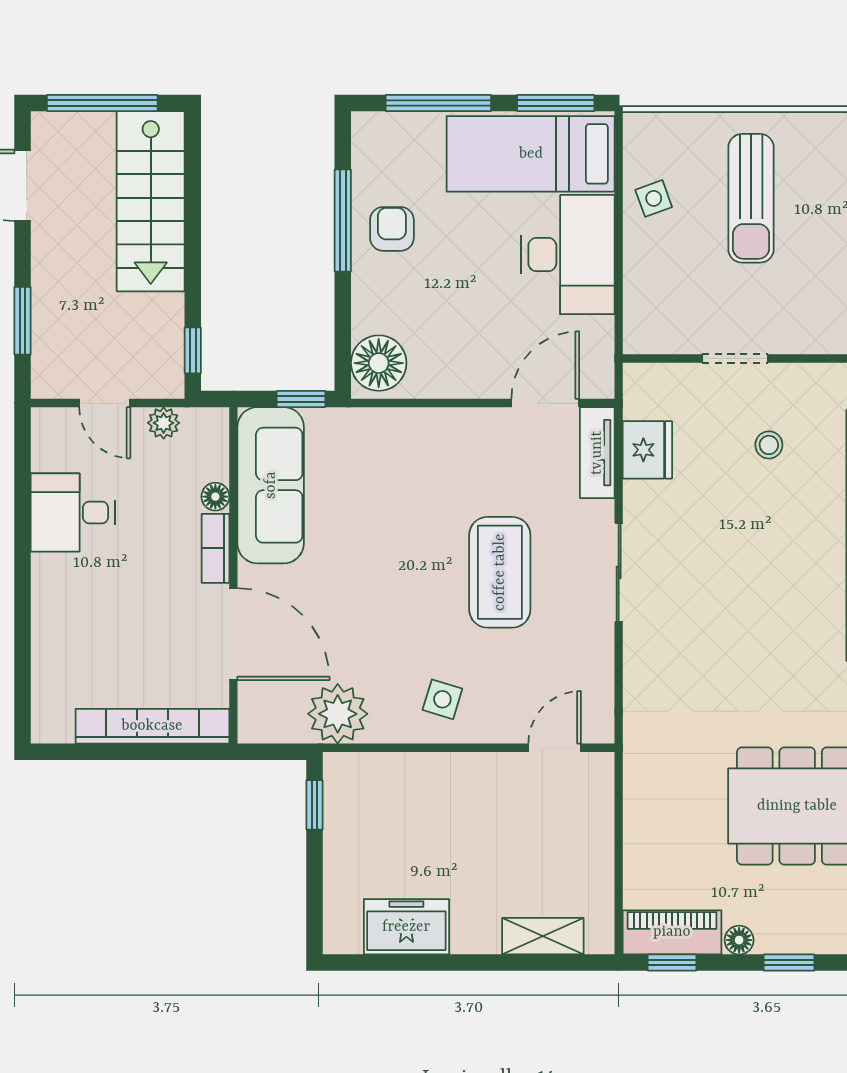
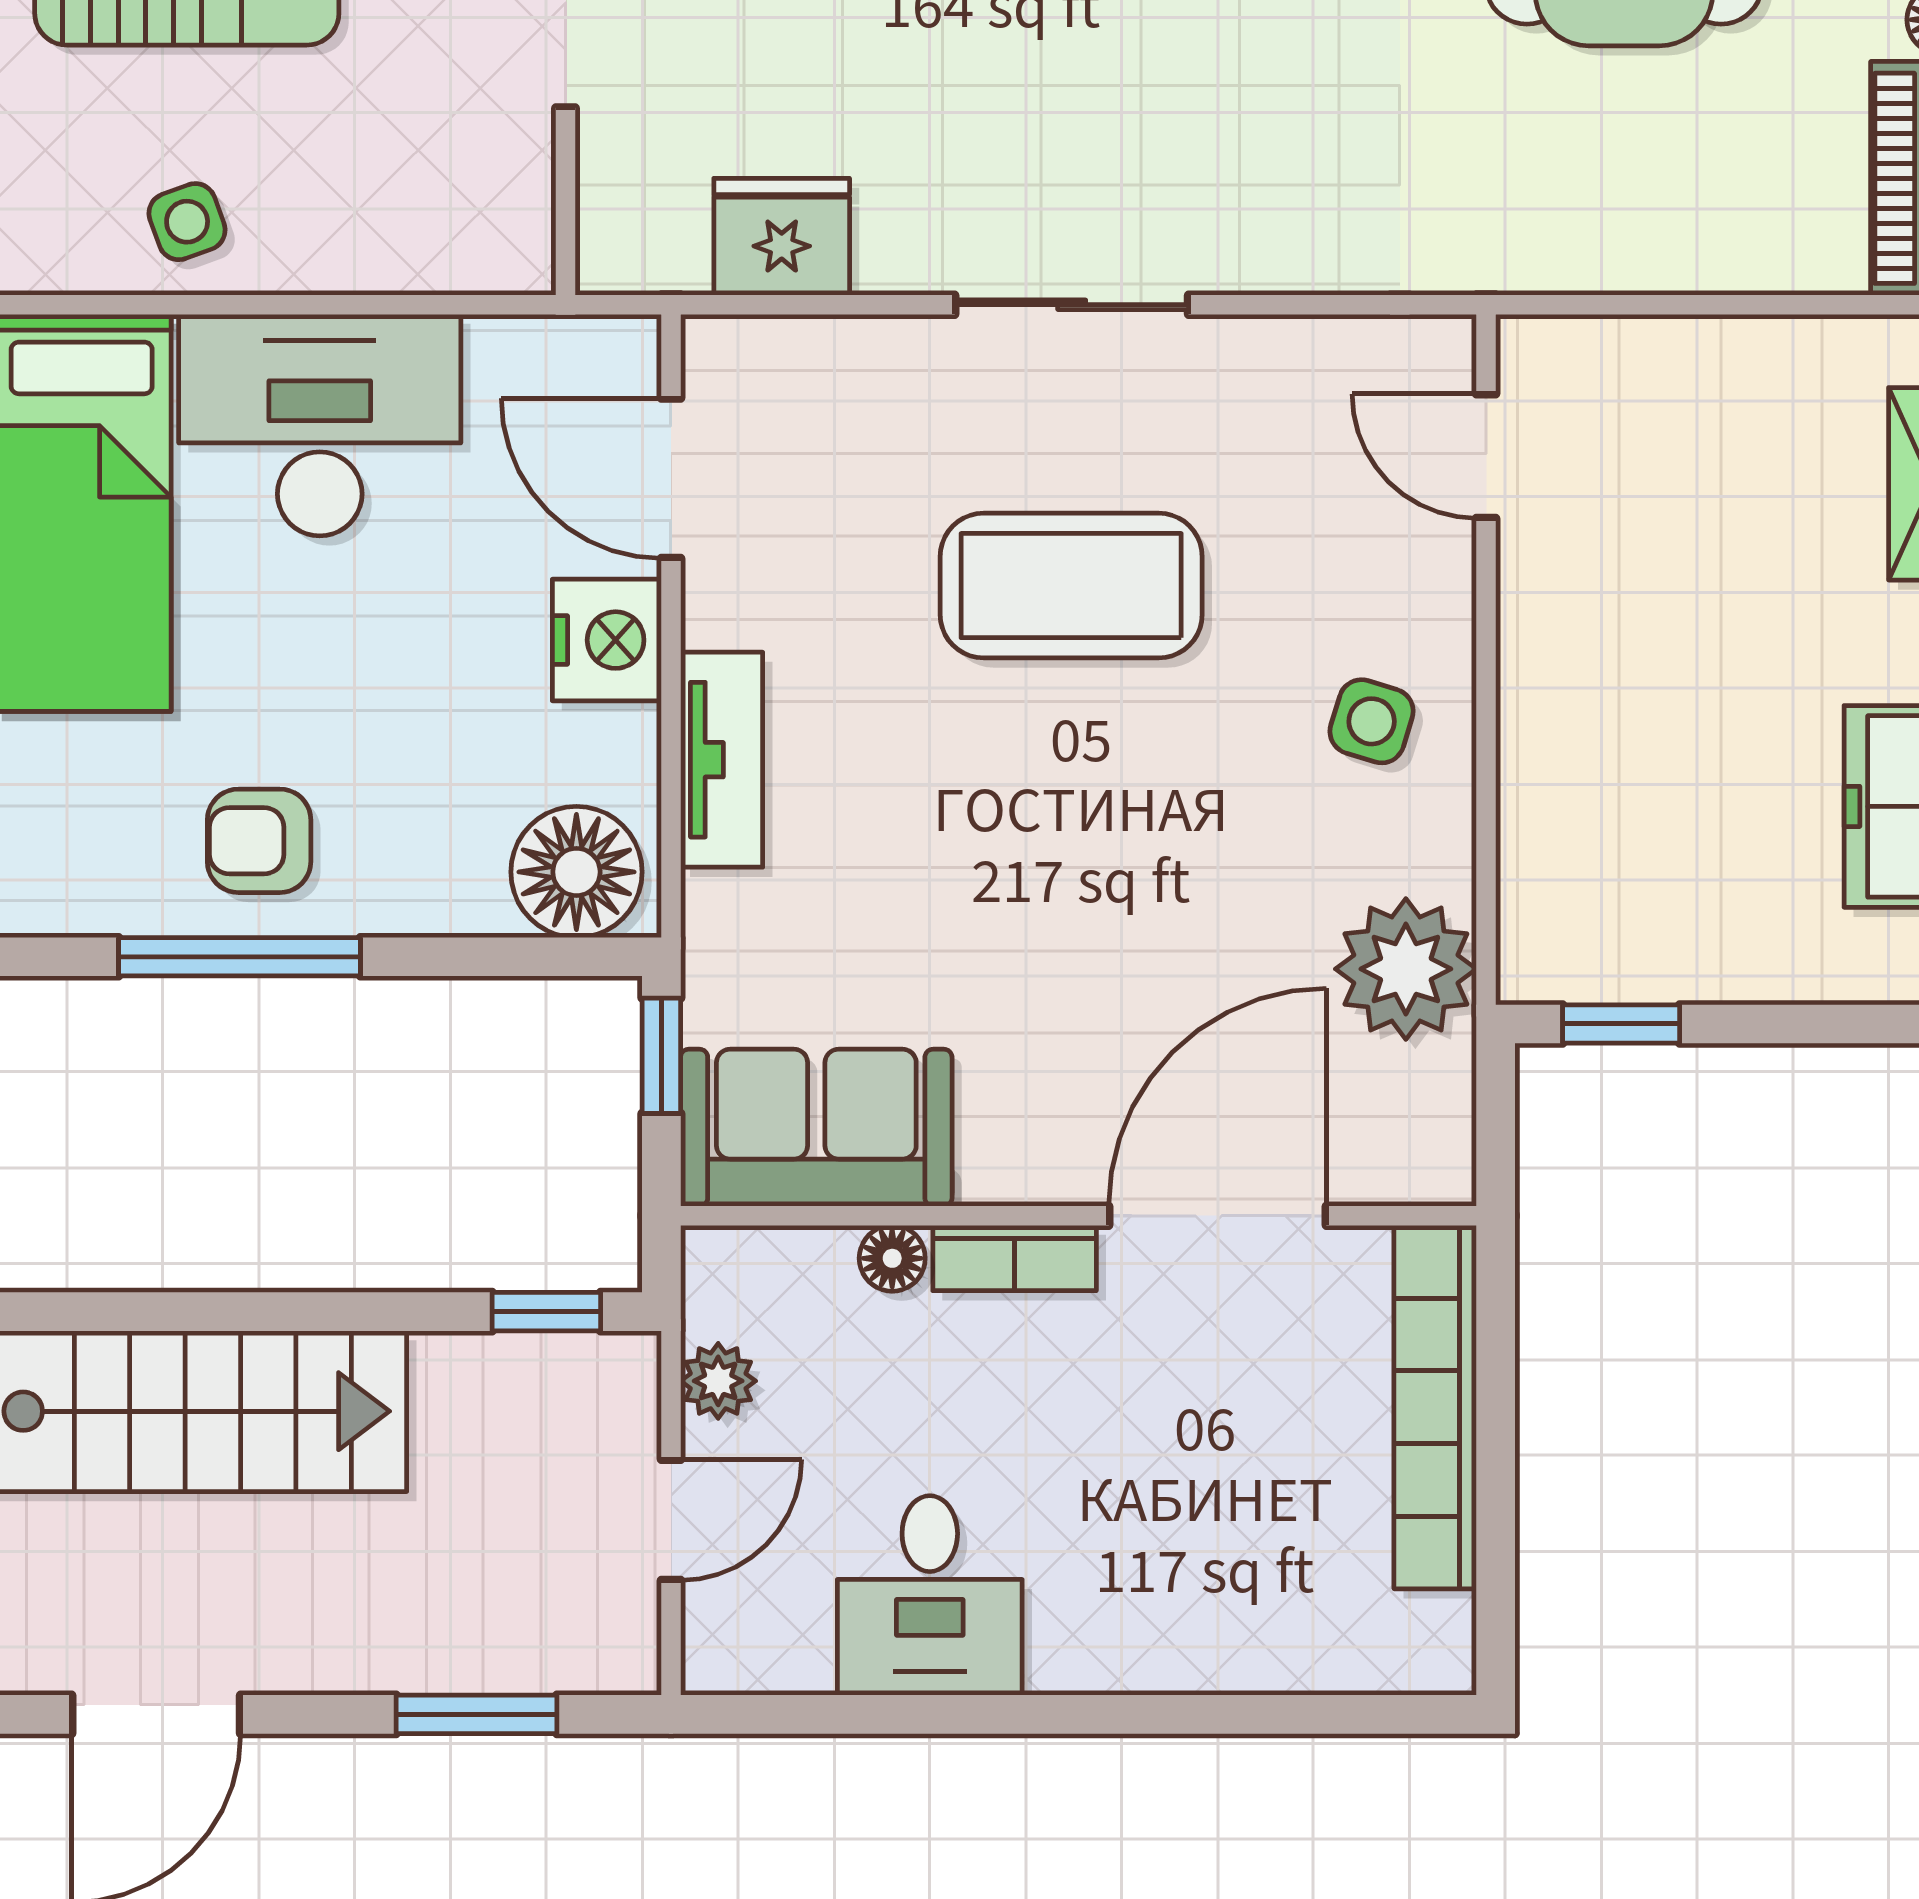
nightstand: (477, 376) -> (607, 640), added
tv unit: (597, 453) -> (722, 760), moved, turned -90
sofa: (271, 485) -> (816, 1128), width x0.73

